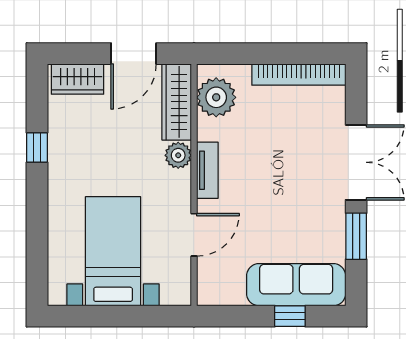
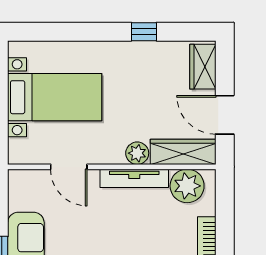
tv unit: (207, 170) -> (134, 178), width x1.41

